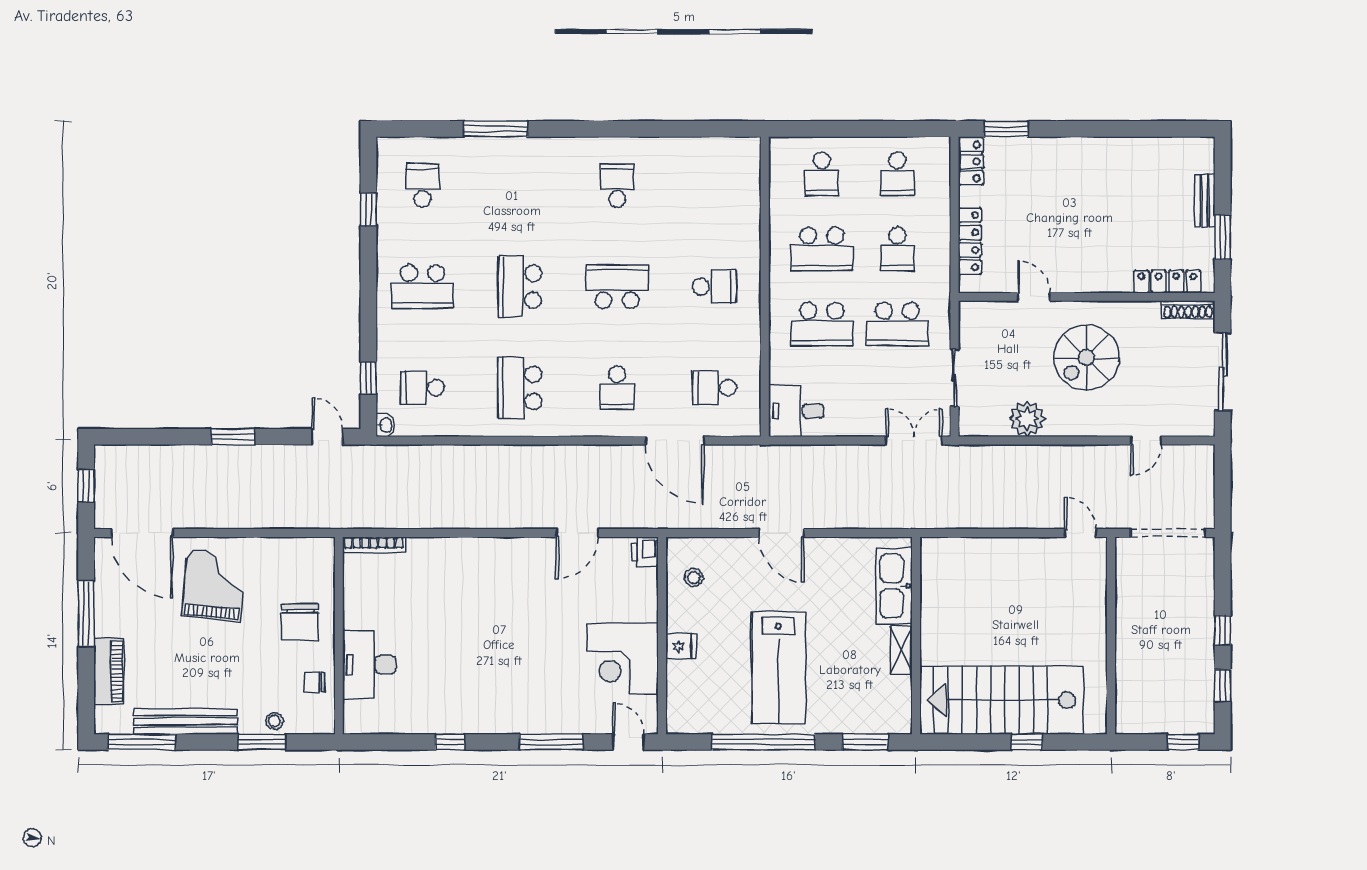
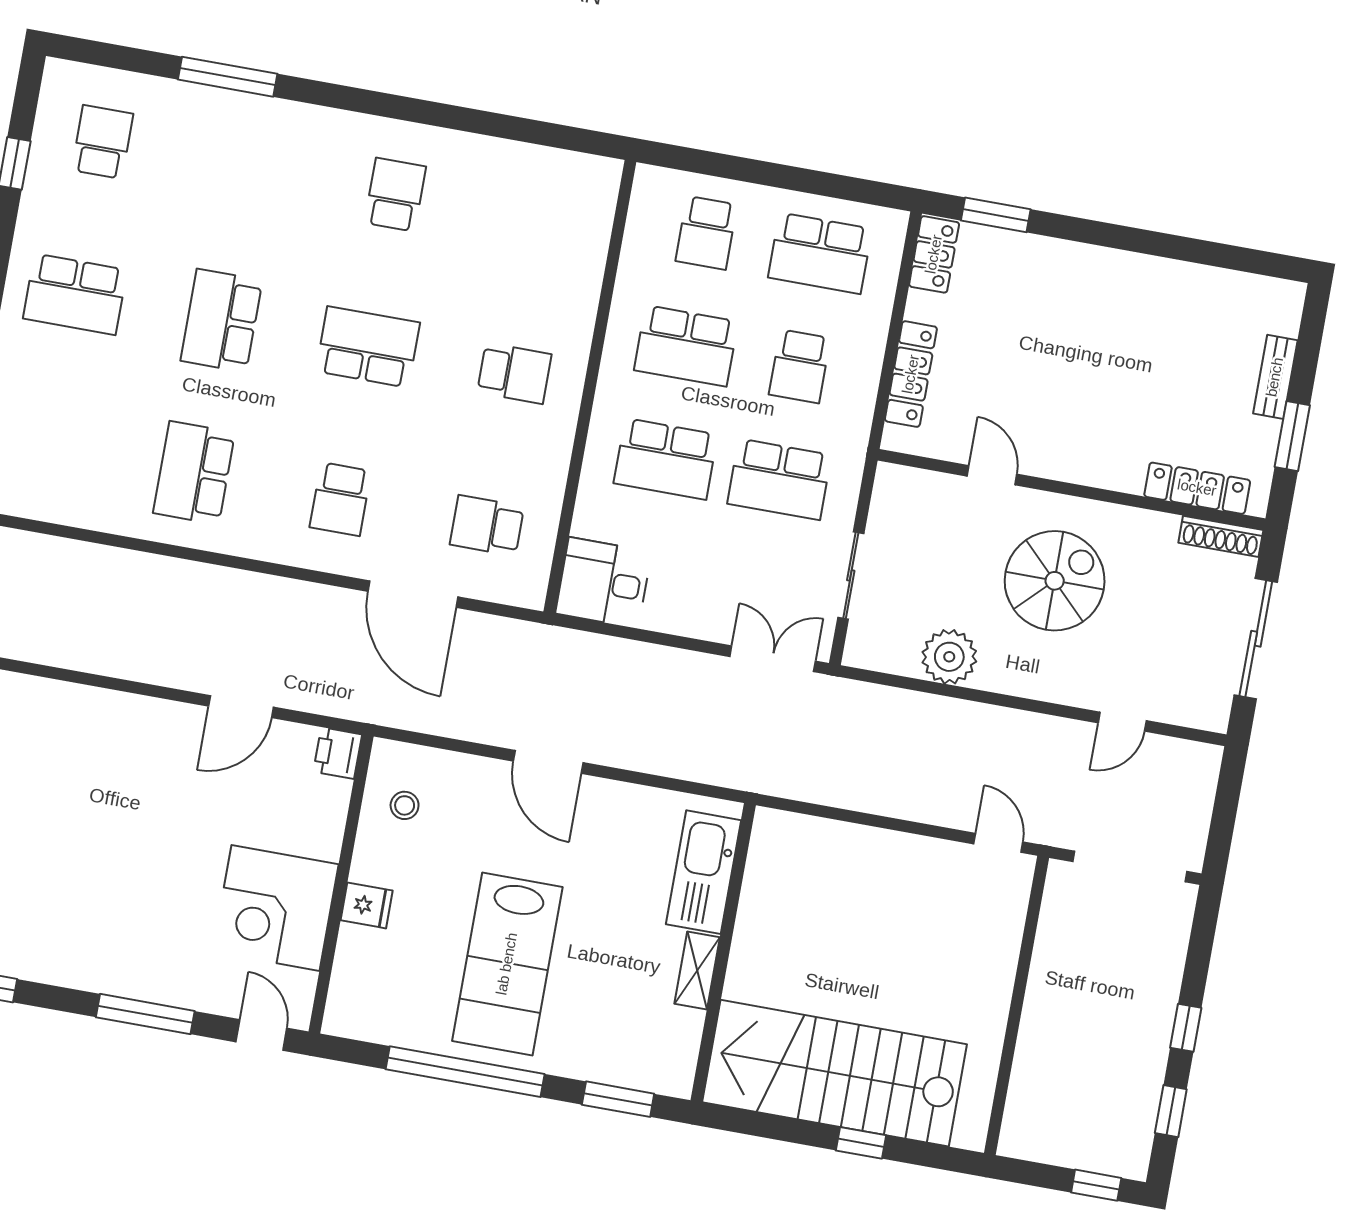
school desk: (897, 174) -> (820, 253), width x1.85
spiral stairs: (1086, 358) -> (1055, 581), turned 180
school desk: (422, 388) -> (48, 446), removed

